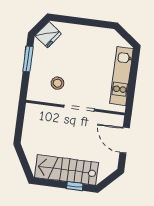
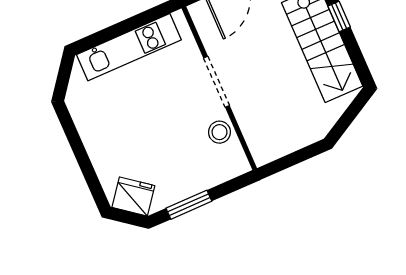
stool: (57, 83) -> (219, 132), moved

